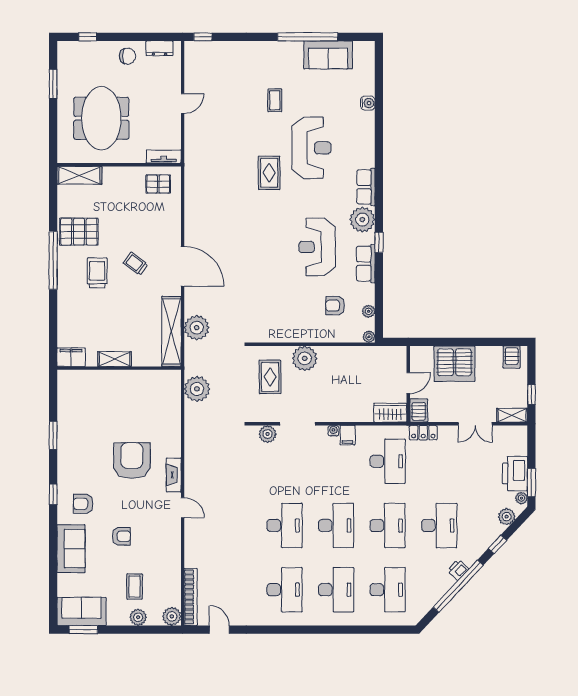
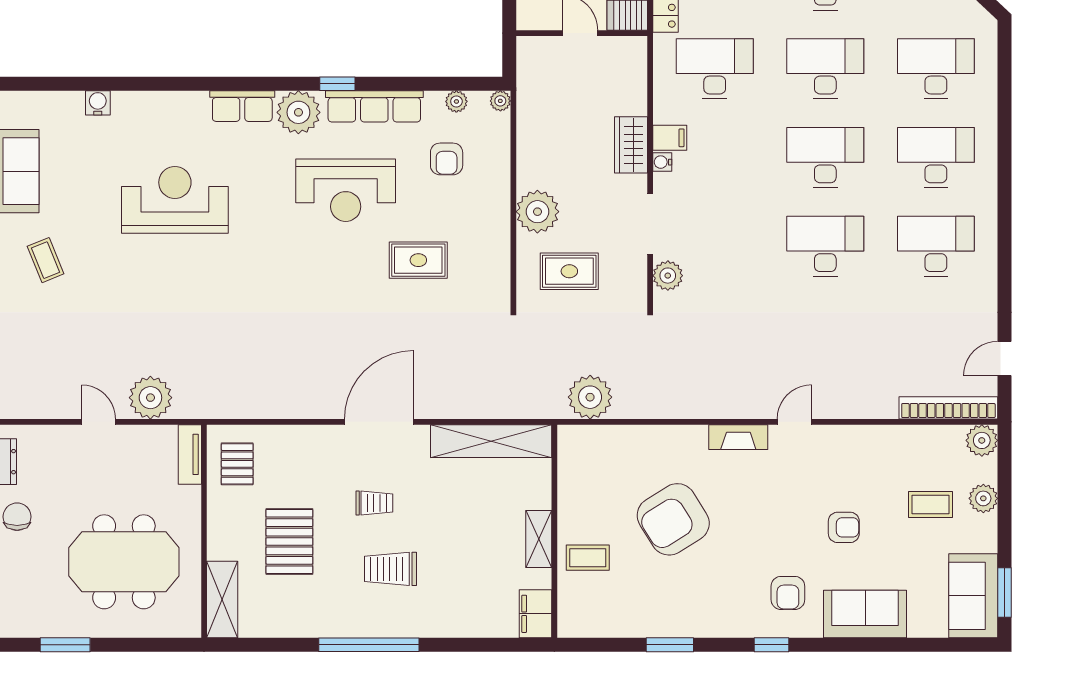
coffee table: (275, 100) -> (46, 260), moved, turned 68
rug: (269, 173) -> (418, 260), moved
pallet: (79, 232) -> (289, 541), moved
trolley: (135, 264) -> (374, 503), turned -127
row of seats: (366, 264) -> (374, 106), width x1.48
plant: (197, 328) -> (150, 398), moved
coffee table: (104, 388) -> (588, 558), added
wardrobe: (390, 413) -> (631, 145), moved
armchair: (132, 461) -> (673, 519), moved, turned -32
armchair: (121, 536) -> (844, 527), turned 90

